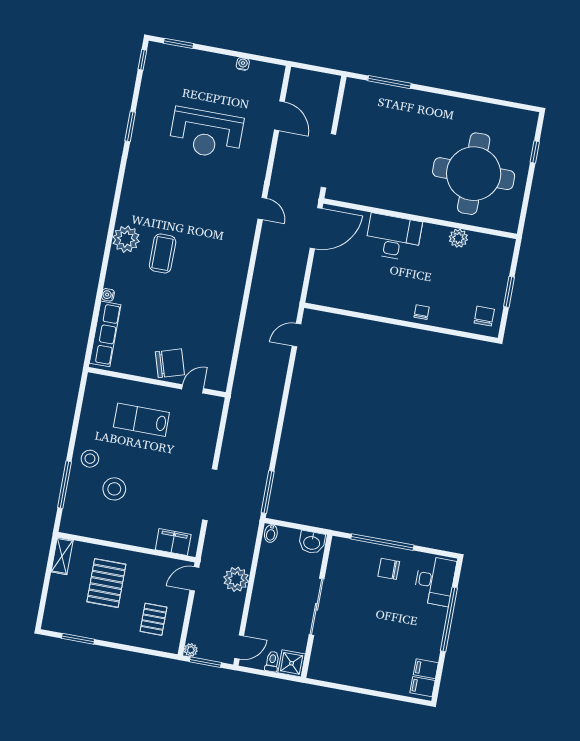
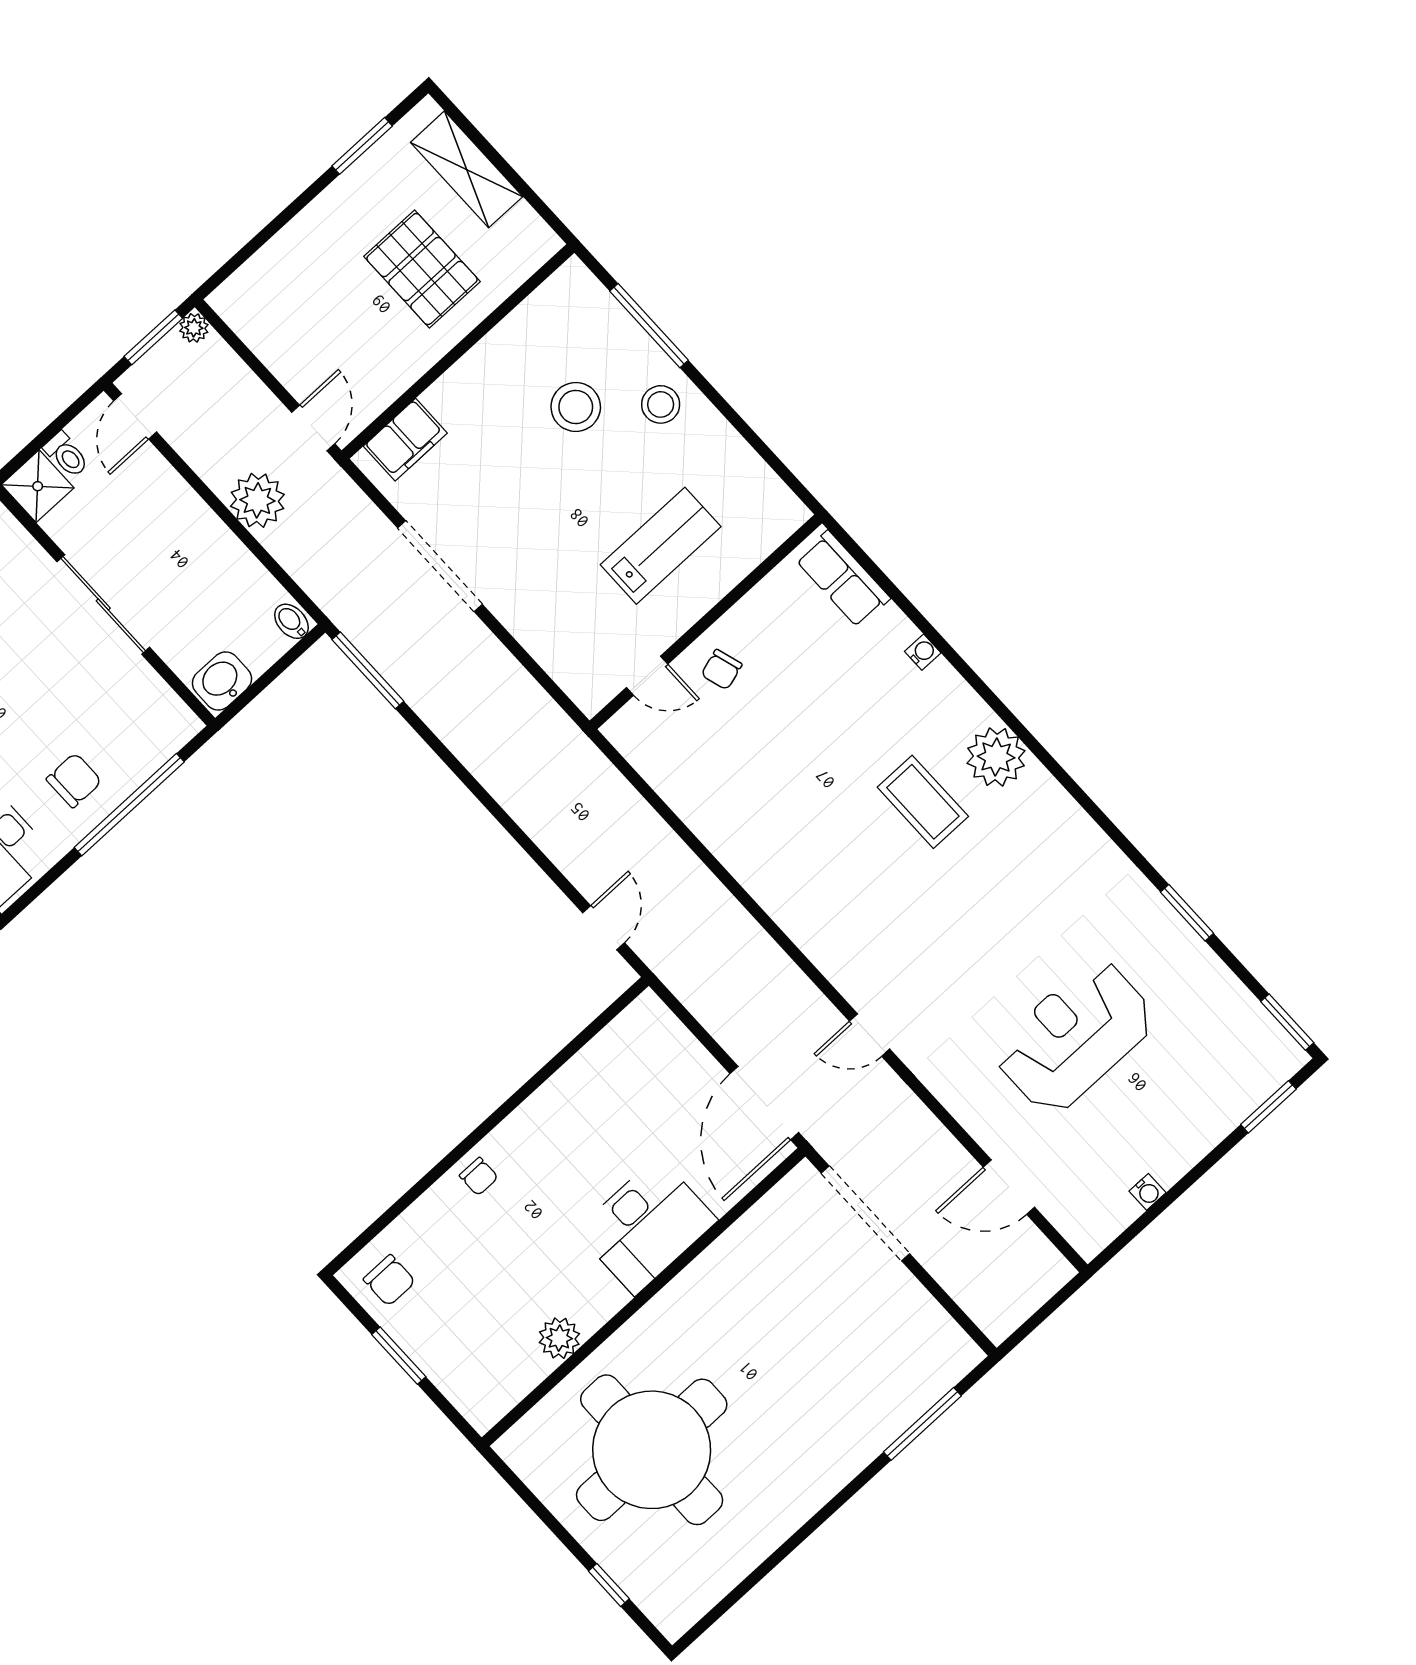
window: (142, 60) -> (1287, 1022), width x1.50
row of seats: (105, 334) -> (843, 579), width x0.68
chair: (170, 363) -> (722, 670), width x0.54, depth x0.54
door: (193, 389) -> (647, 676), hinge flipped
shelving: (62, 556) -> (467, 169), moved, width x1.50, depth x1.33
pallet: (153, 619) -> (297, 303), removed

